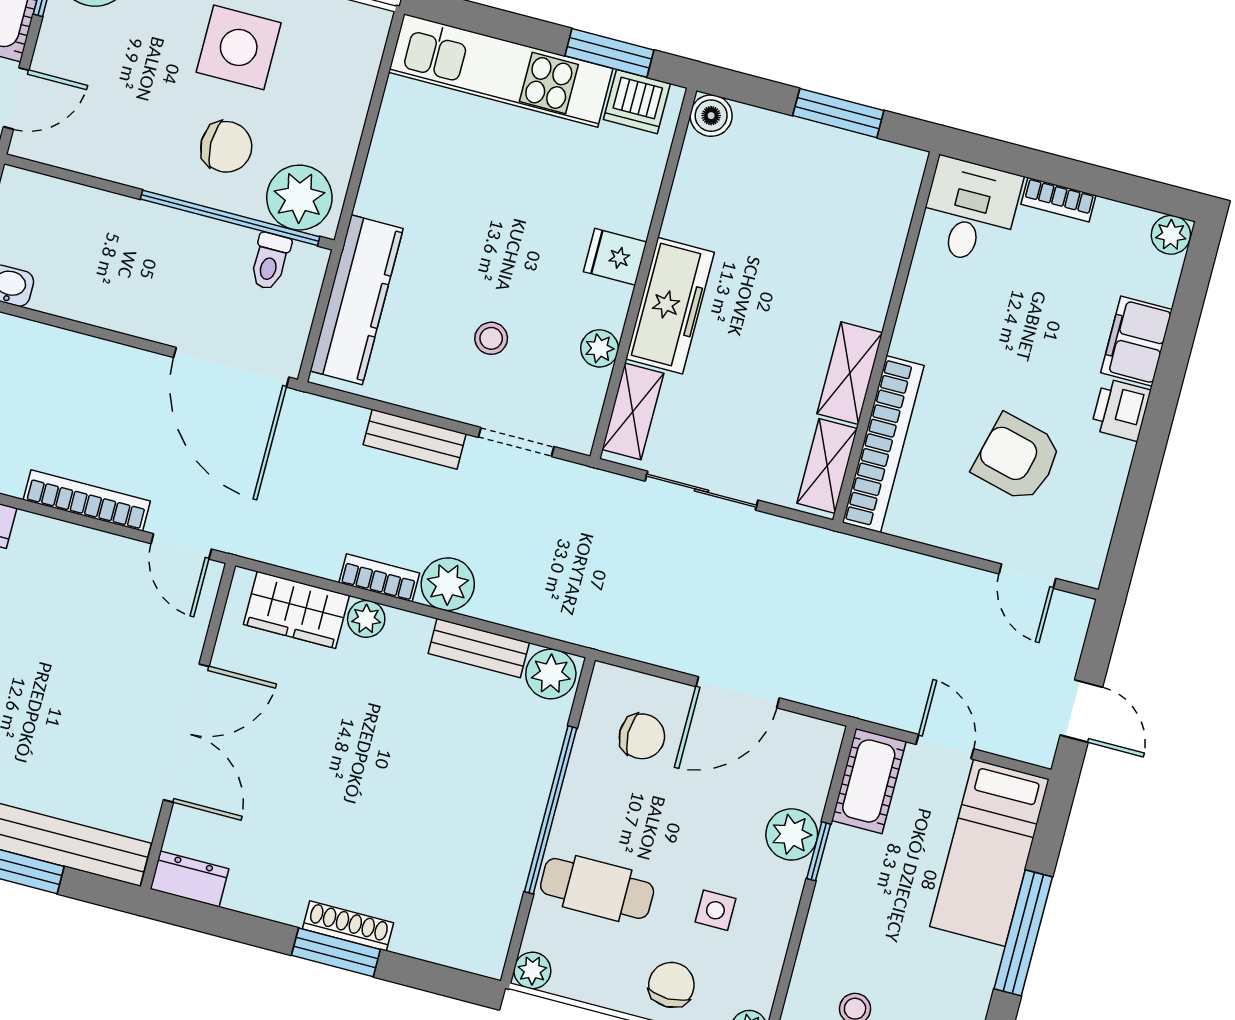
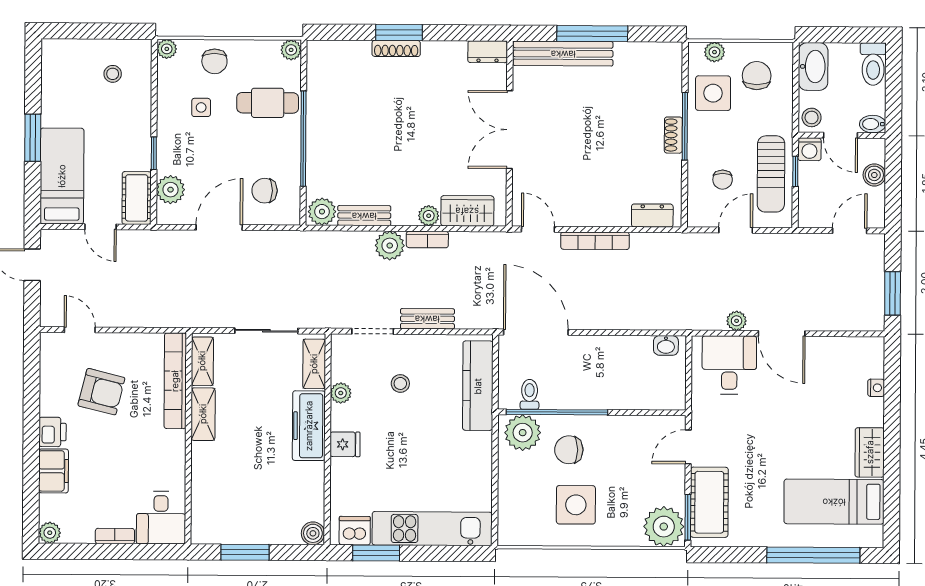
plant: (792, 834) -> (170, 190), moved
window: (1023, 933) -> (33, 138), width x0.69

